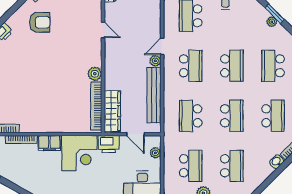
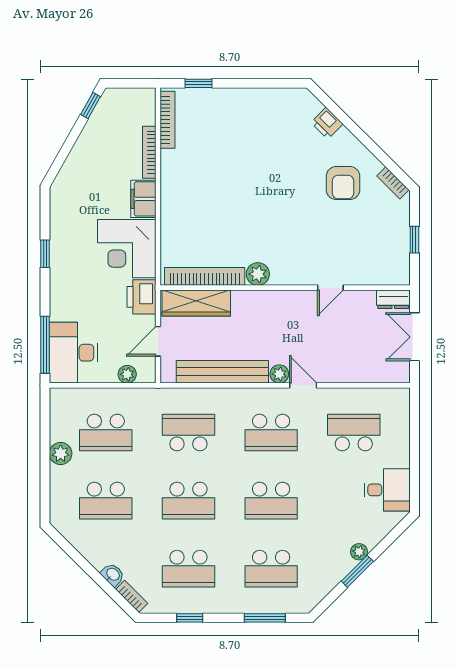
plant: (272, 22) -> (359, 552), moved
school desk: (273, 66) -> (271, 569), turned 180

